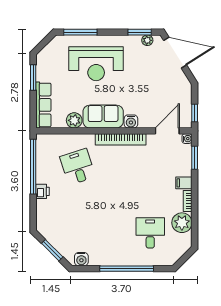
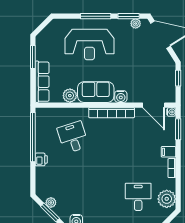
window: (80, 32) -> (96, 16), moved
window: (195, 113) -> (178, 78), moved
door: (167, 131) -> (154, 105), swing flipped
plant: (182, 223) -> (167, 199), moved
plant: (53, 239) -> (51, 203), added

